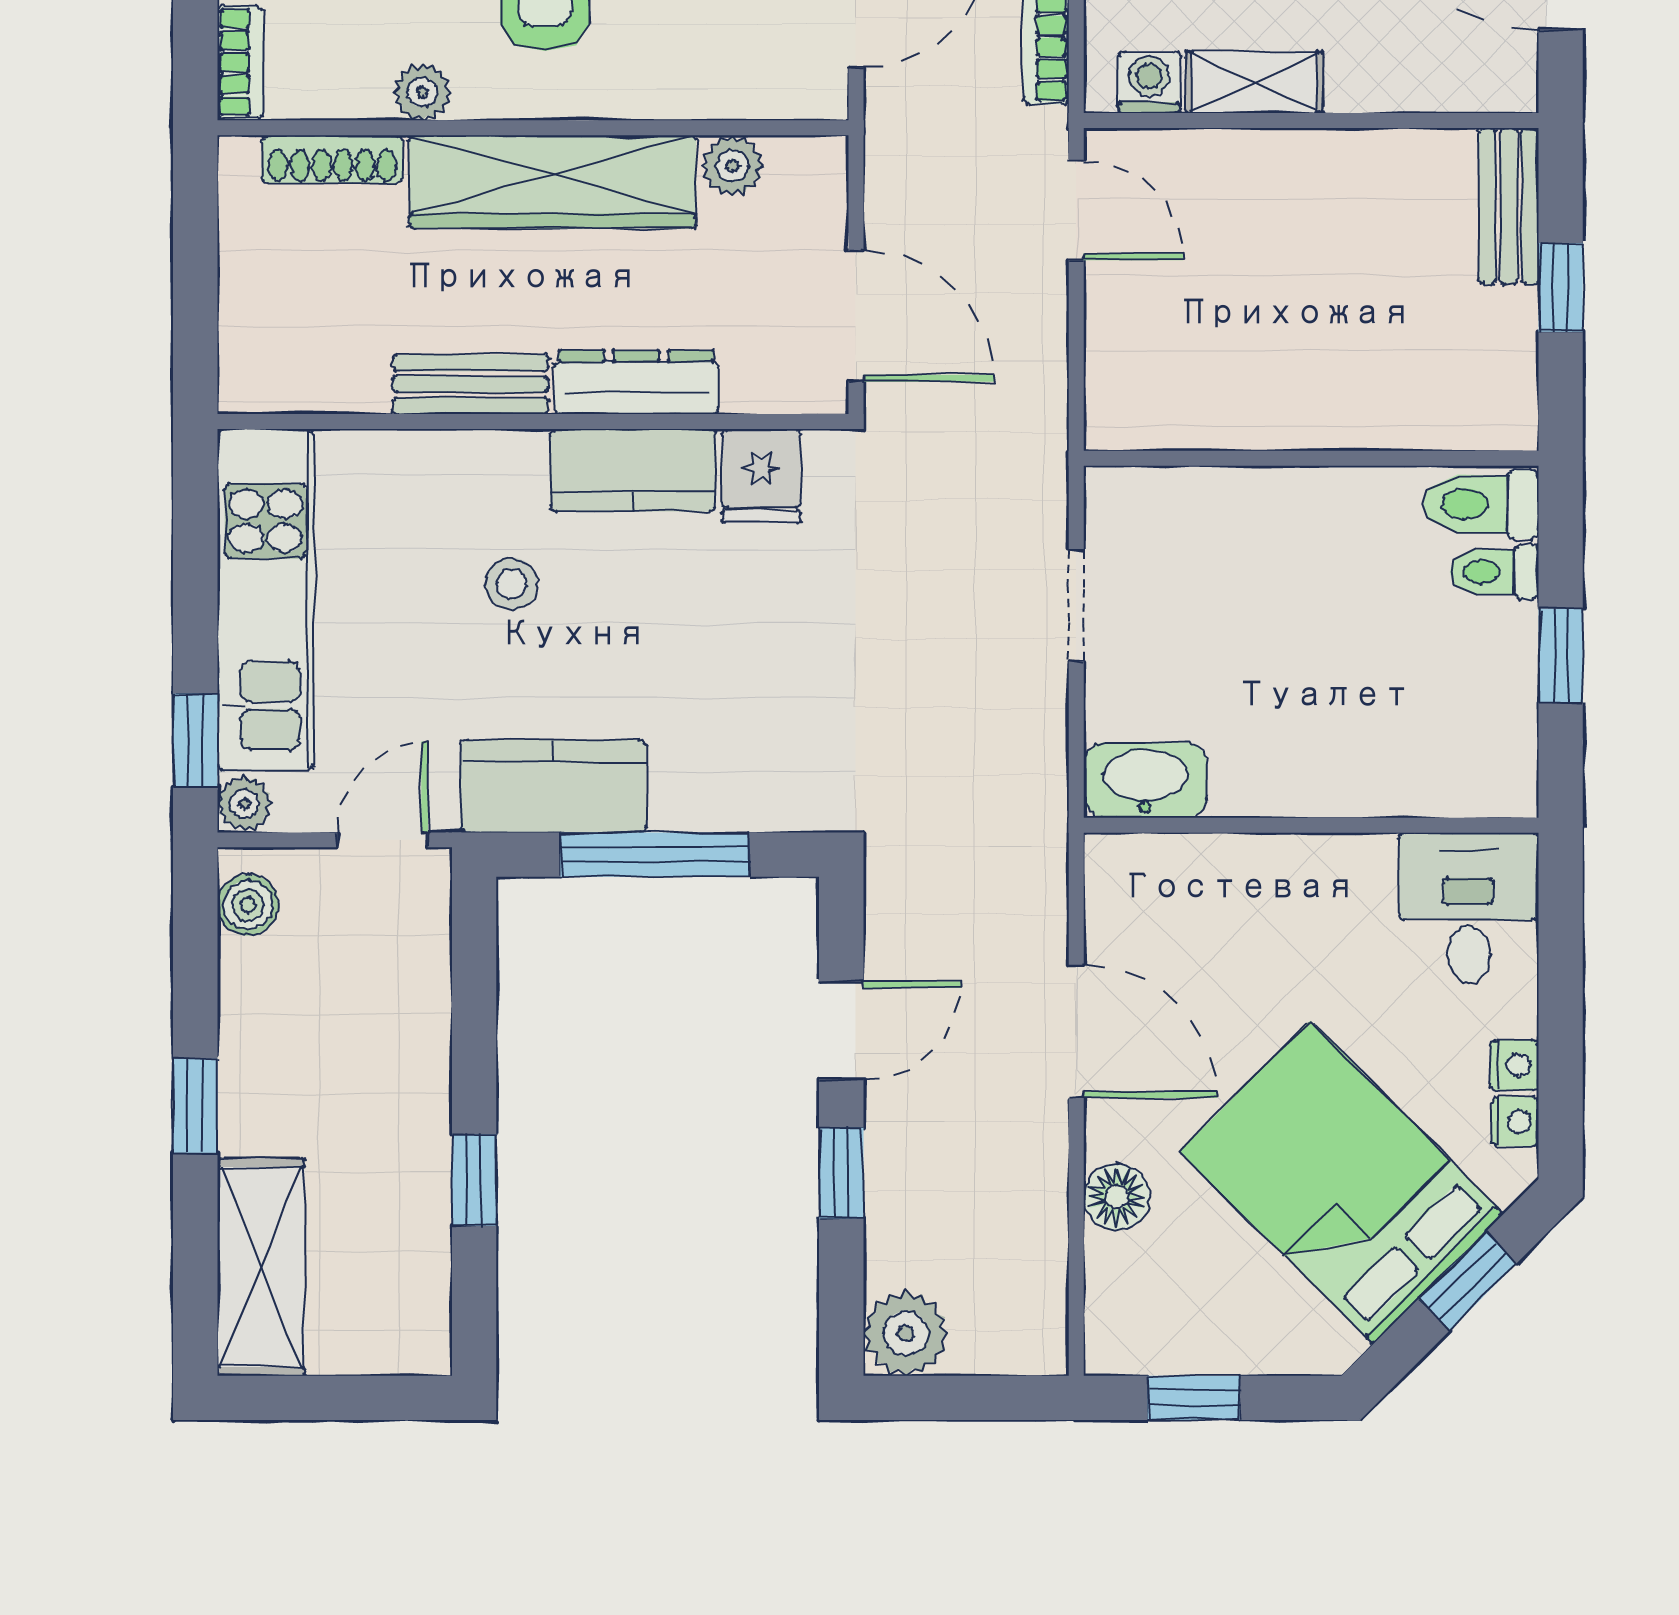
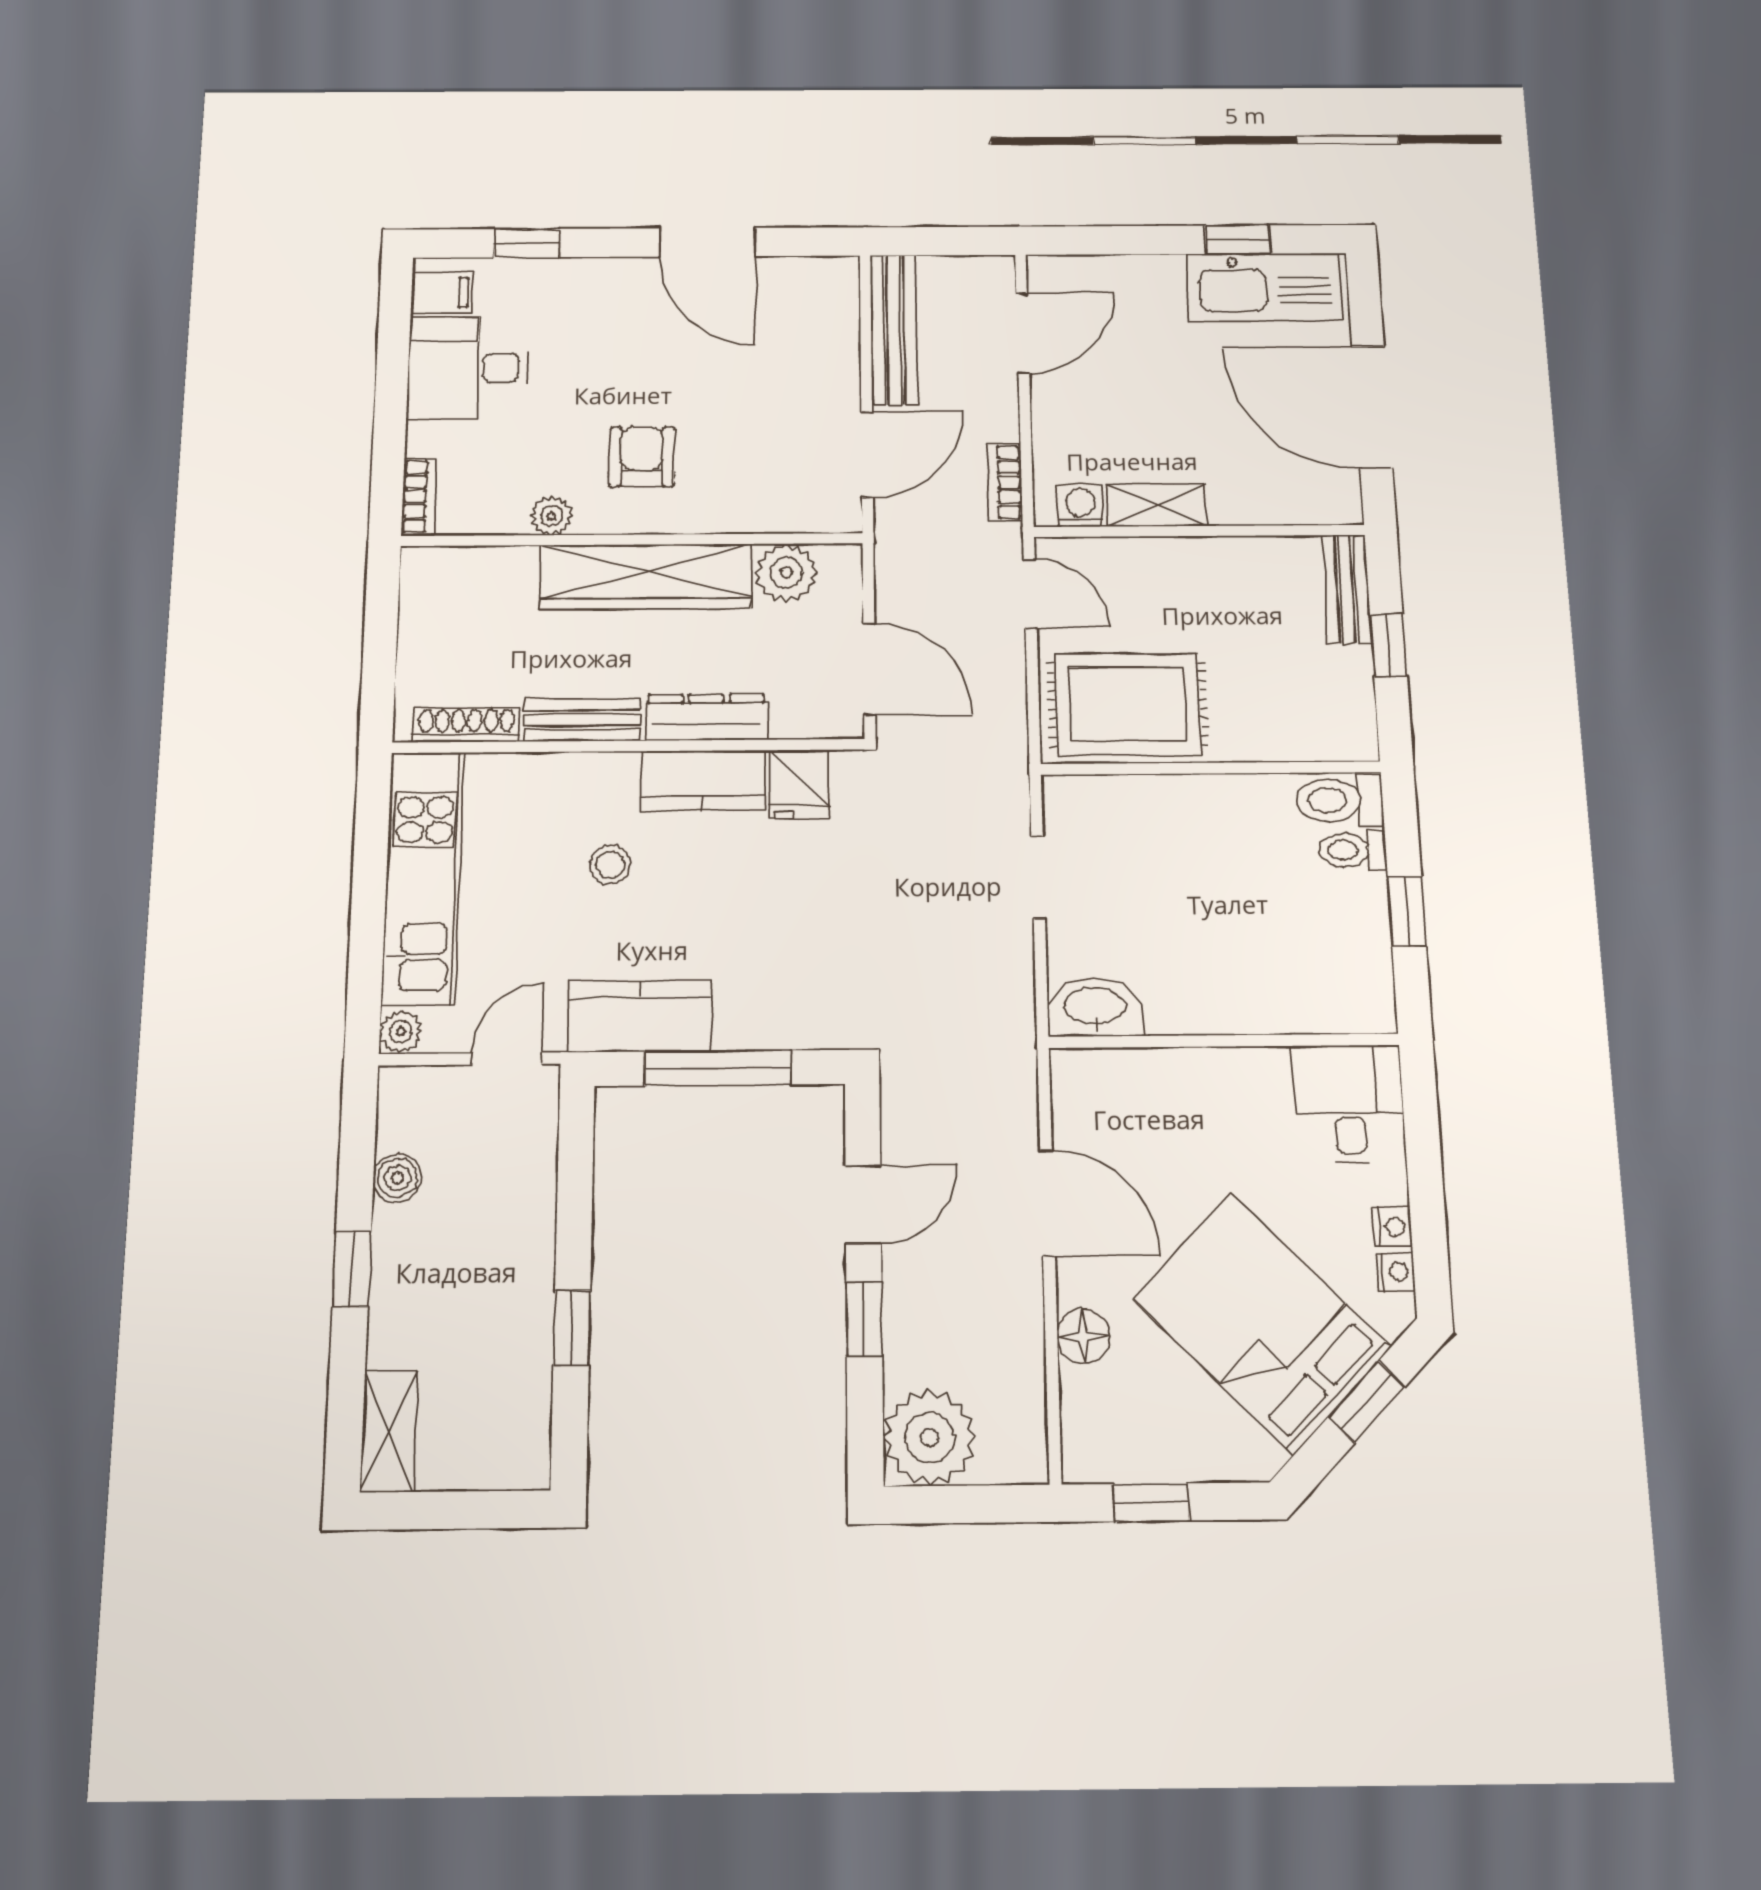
shoe rack: (332, 159) -> (467, 725), moved, turned 180
plant: (733, 166) -> (786, 573), width x1.38, depth x1.38
rug: (1203, 368) -> (1128, 704), added
window: (195, 740) -> (365, 984), removed
boiler: (248, 905) -> (397, 1178), moved
shelving: (261, 1267) -> (389, 1431), width x0.67, depth x0.75
plant: (906, 1333) -> (930, 1438), width x1.36, depth x1.36

